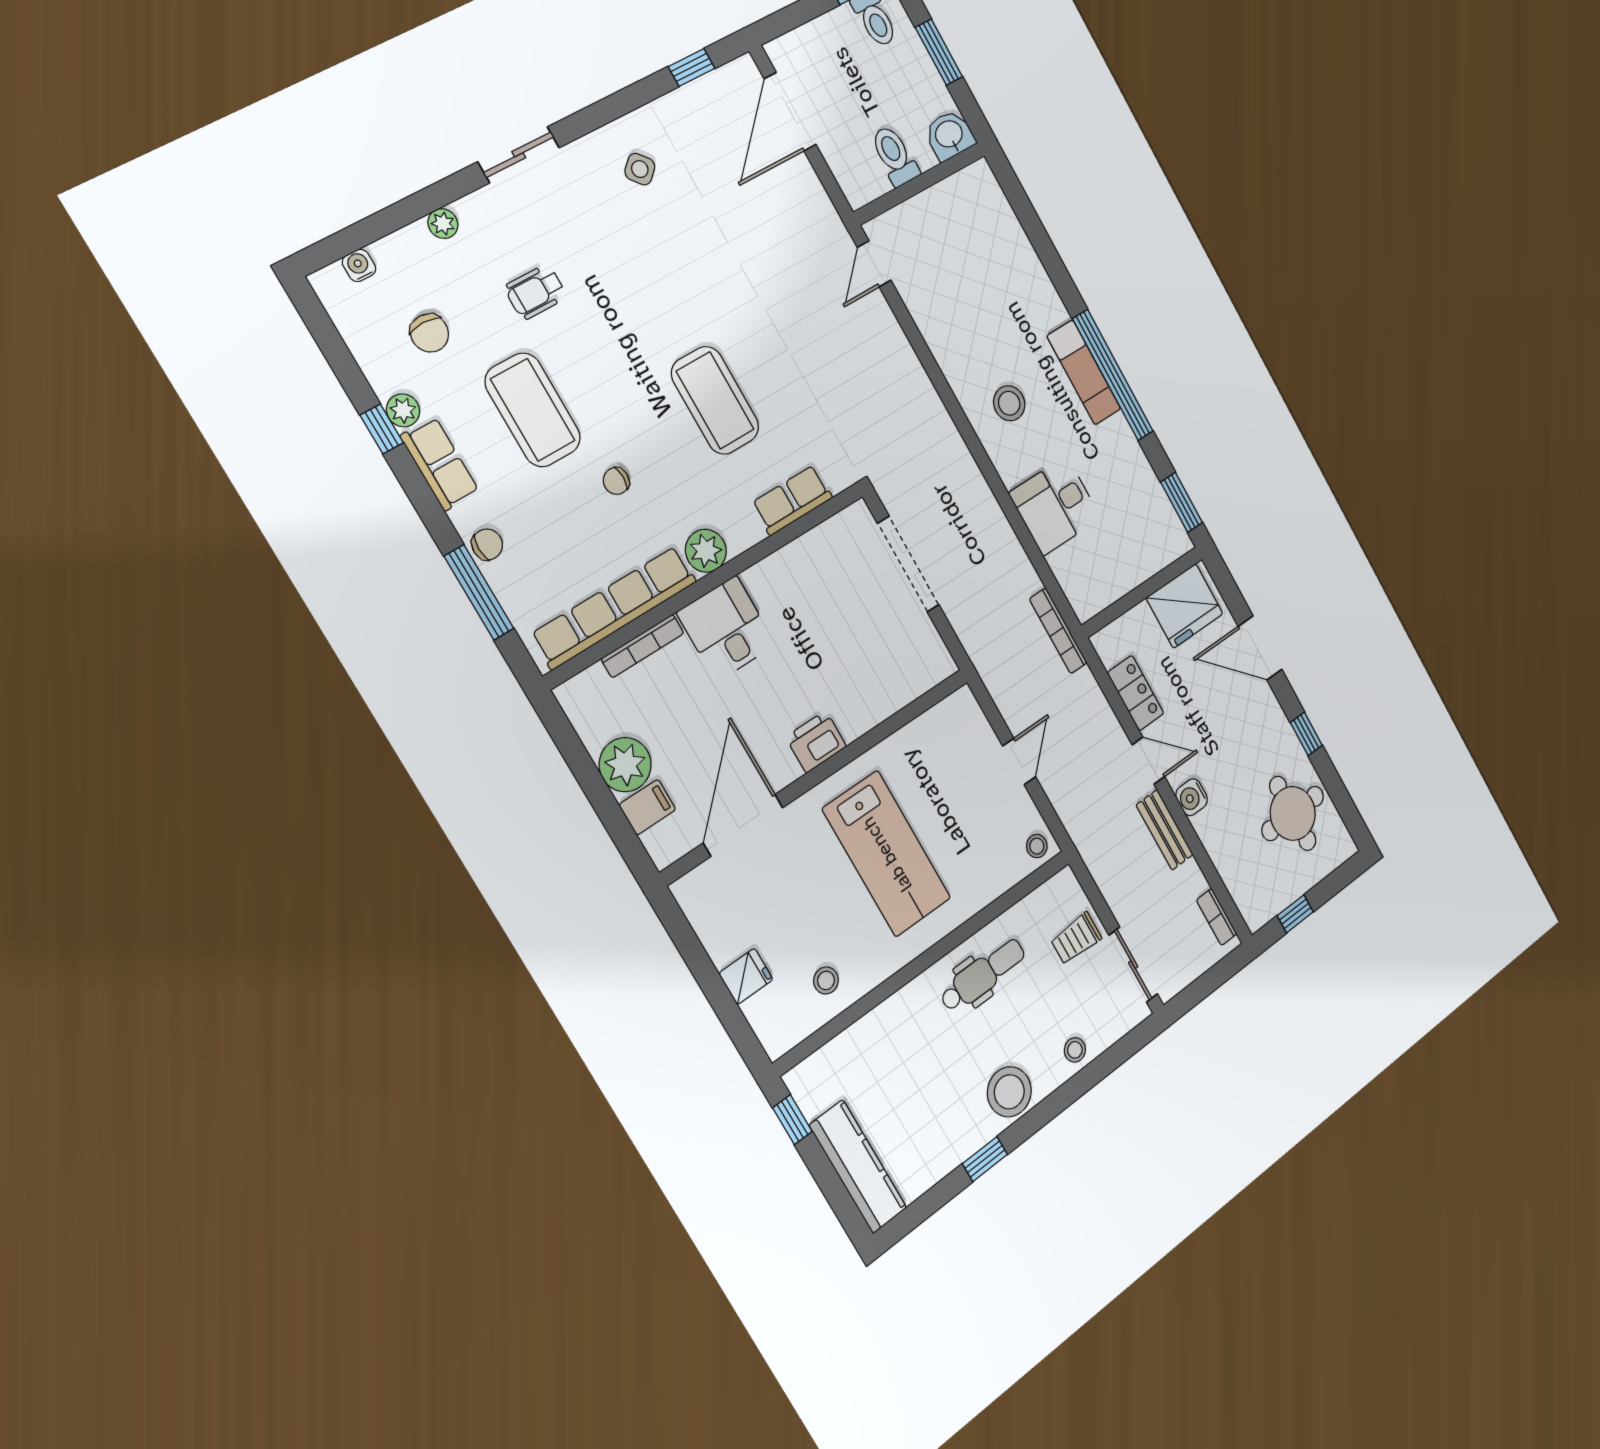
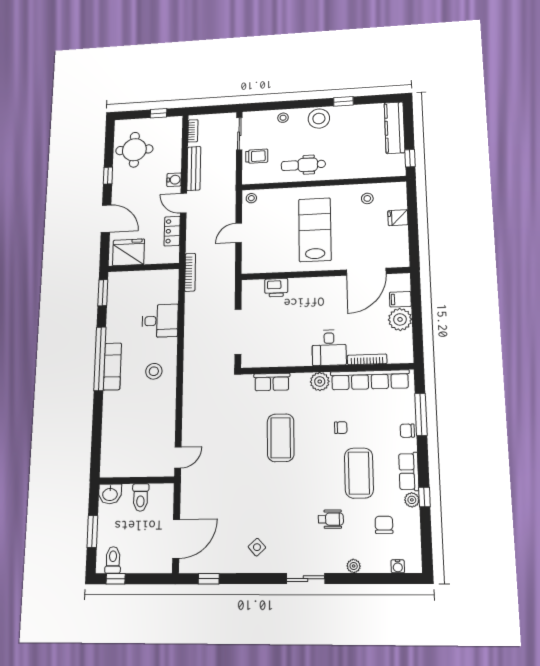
printer: (816, 742) -> (276, 288), moved
bench: (1165, 830) -> (194, 168), width x1.36

